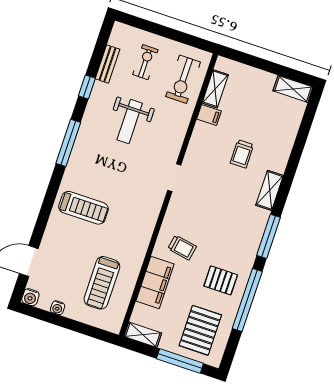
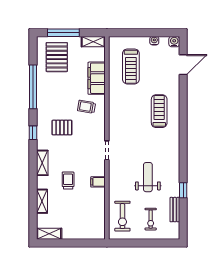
exercise bike: (183, 79) -> (122, 216), turned 180
shelving: (215, 89) -> (42, 201), moved
filing cabinet: (209, 115) -> (98, 182), moved
window: (68, 143) -> (183, 150), removed
treadmill: (83, 208) -> (159, 111), turned 90
window: (269, 236) -> (33, 133), width x0.46
pallet: (221, 280) -> (62, 128), moved
treadmill: (102, 283) -> (131, 66), turned 180

